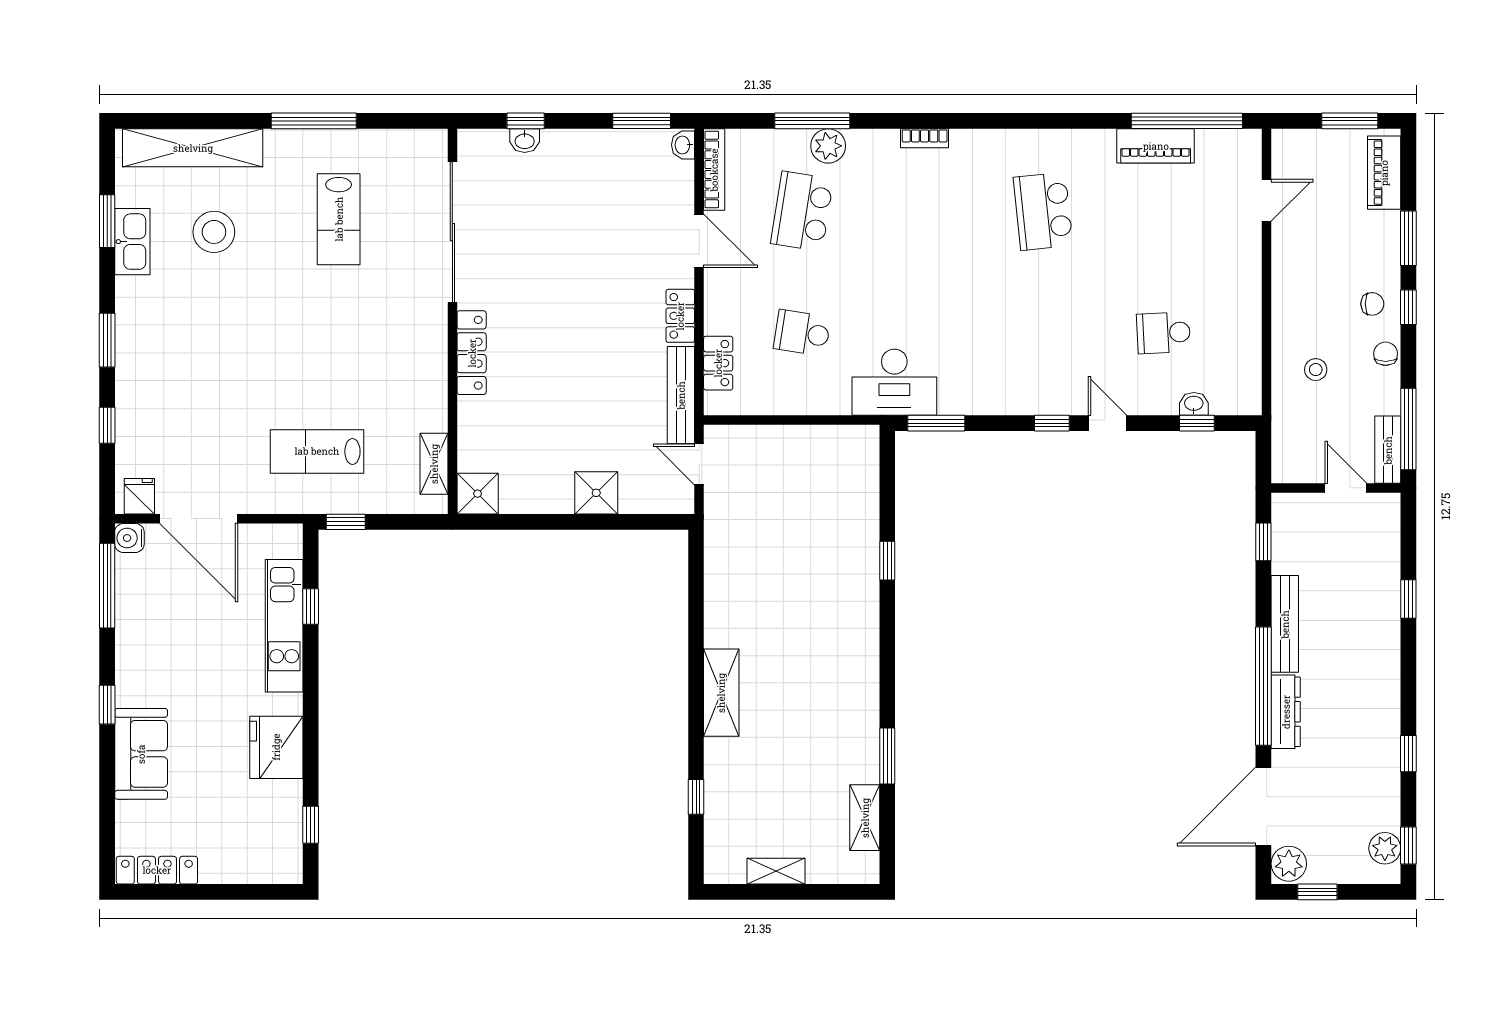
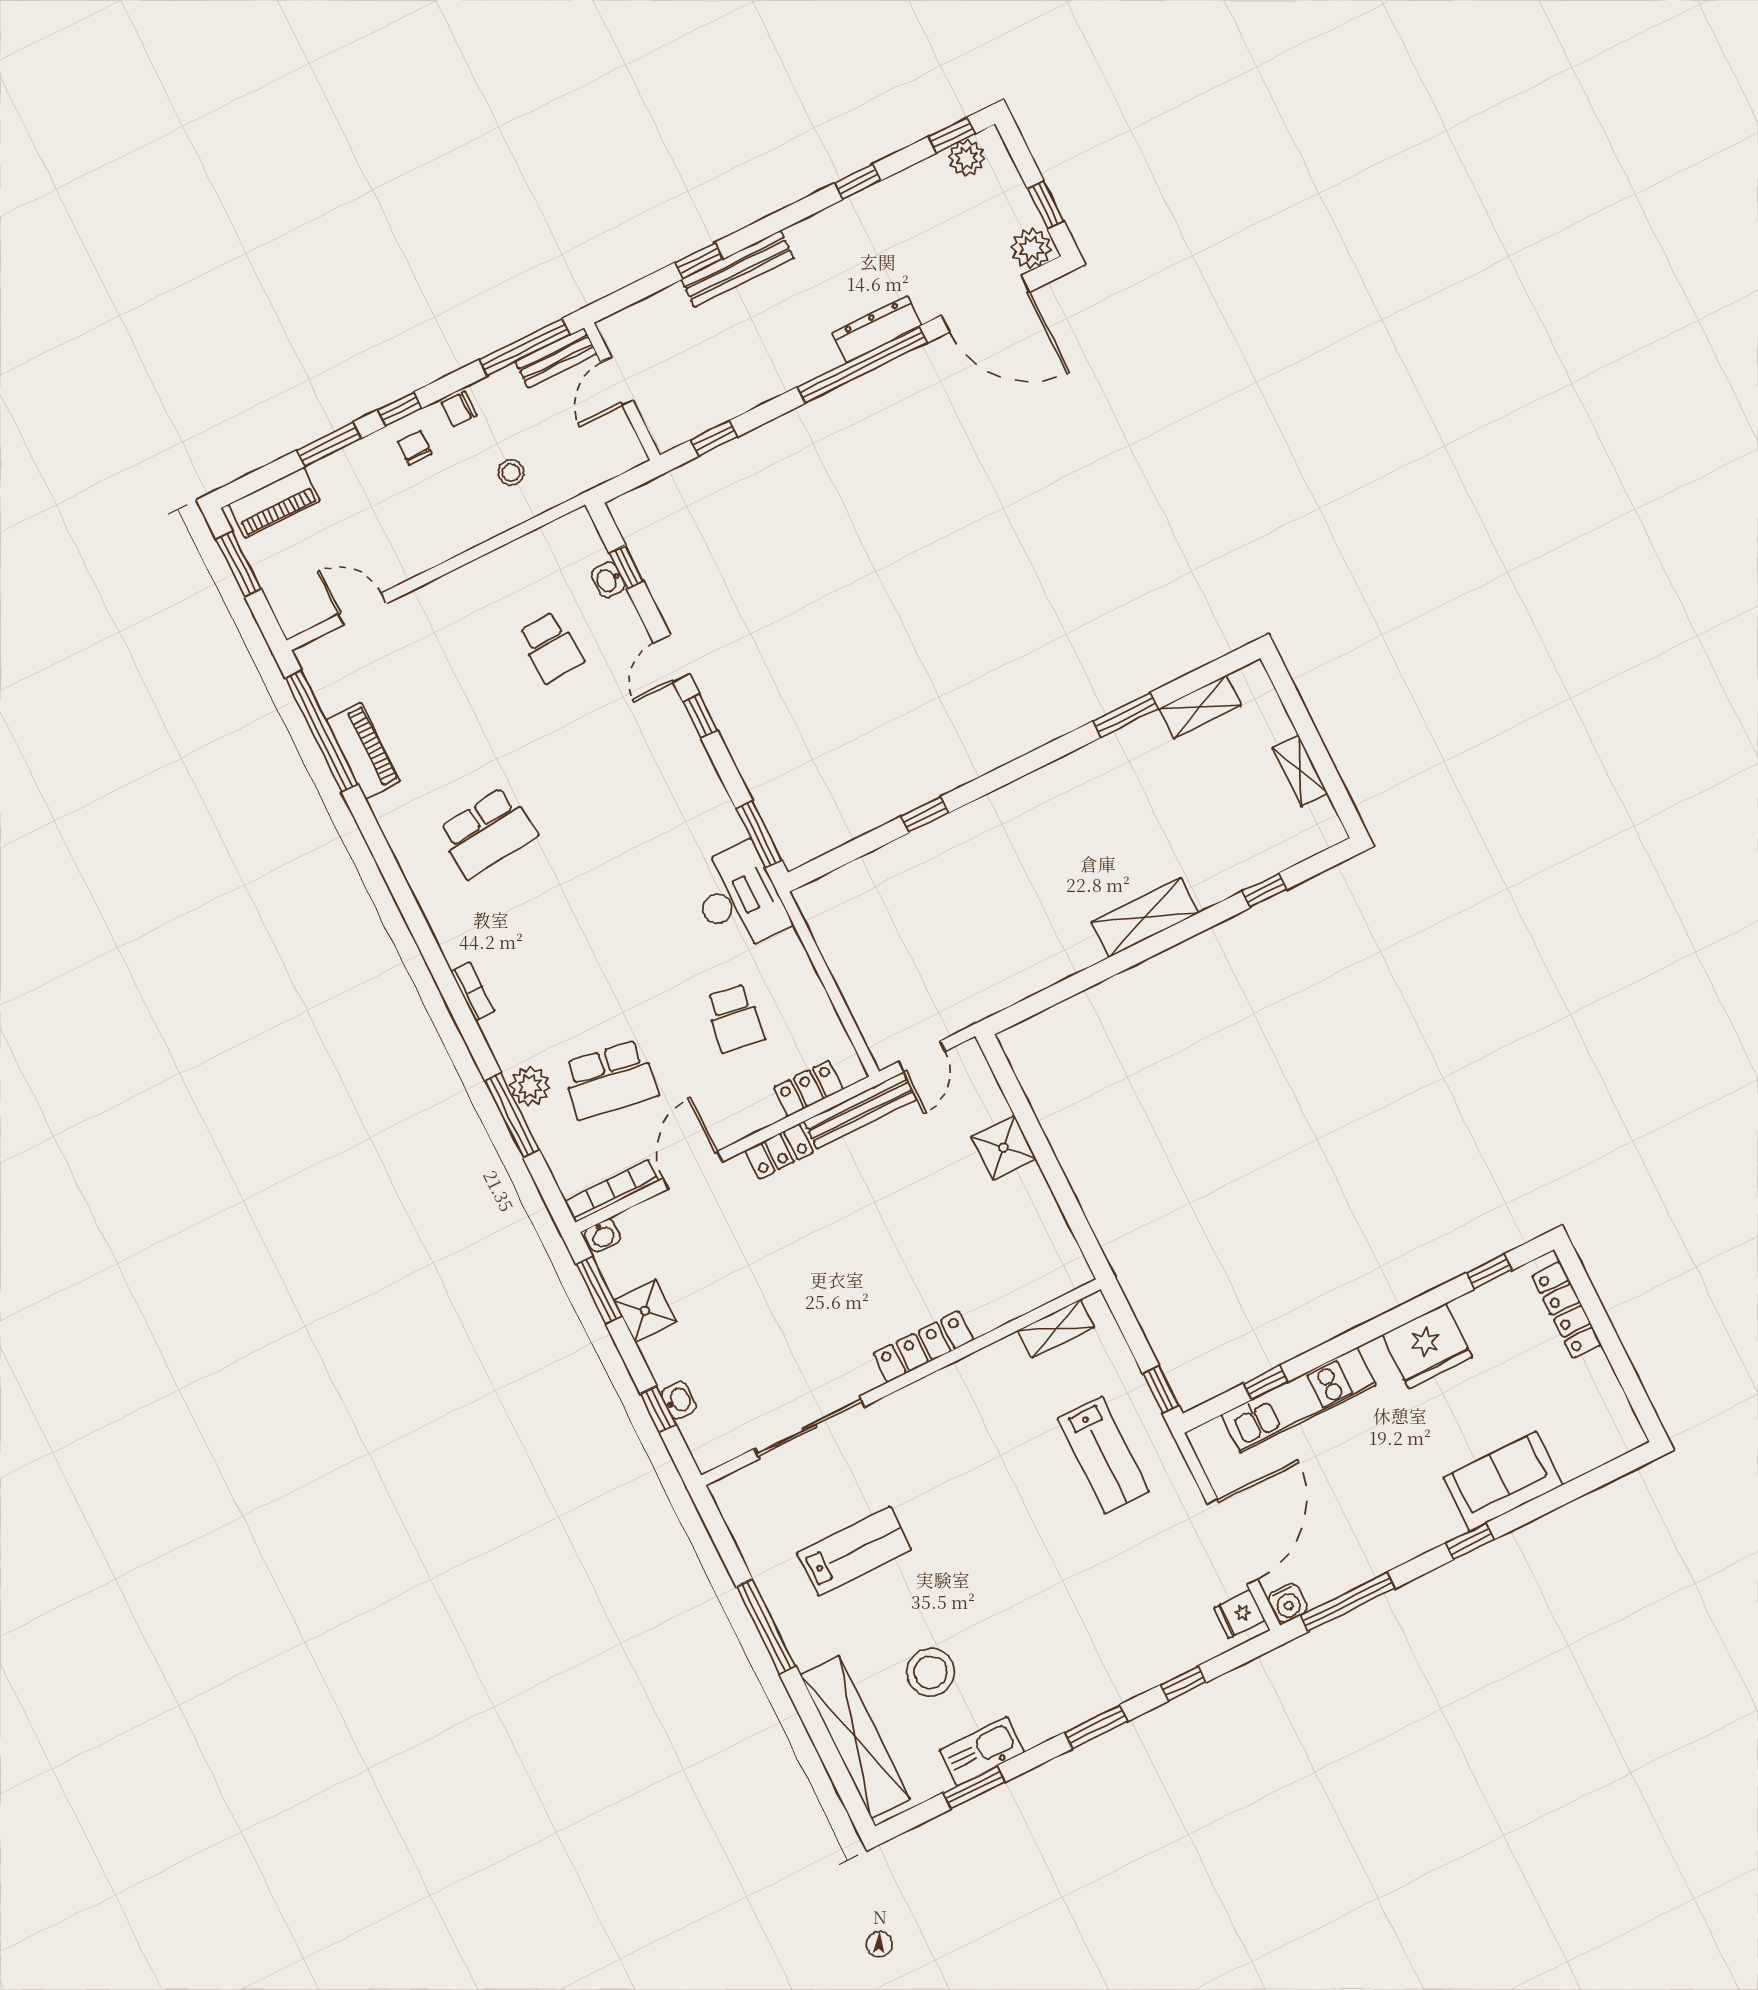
sliding door: (452, 232) -> (809, 1428), width x0.73
shower: (478, 494) -> (645, 1311), moved
bench: (1285, 624) -> (737, 269), moved
locker: (157, 870) -> (1567, 1310), moved

